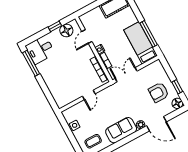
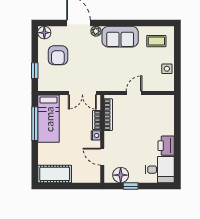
door: (87, 37) -> (102, 157), swing flipped
window: (31, 63) -> (177, 161), removed
printer: (45, 70) -> (166, 146), added
window: (177, 87) -> (35, 71), moved
armchair: (159, 92) -> (58, 55), turned 90

